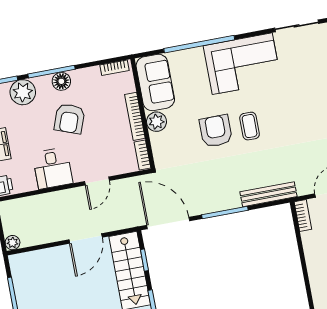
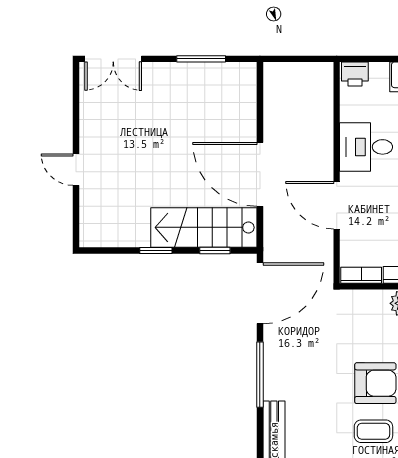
door: (97, 181) -> (337, 205), width x1.38
door: (86, 239) -> (260, 174), width x1.36
plant: (13, 243) -> (273, 72), removed

